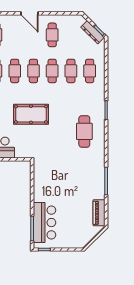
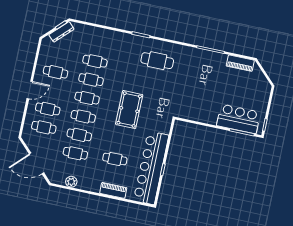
cafe table: (90, 71) -> (48, 109), moved

